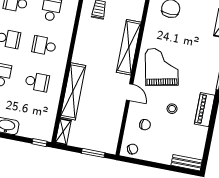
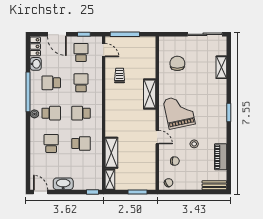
shelving: (129, 47) -> (150, 94), width x0.68
shelving: (73, 91) -> (111, 153), width x0.68
piano: (205, 110) -> (221, 157), moved

